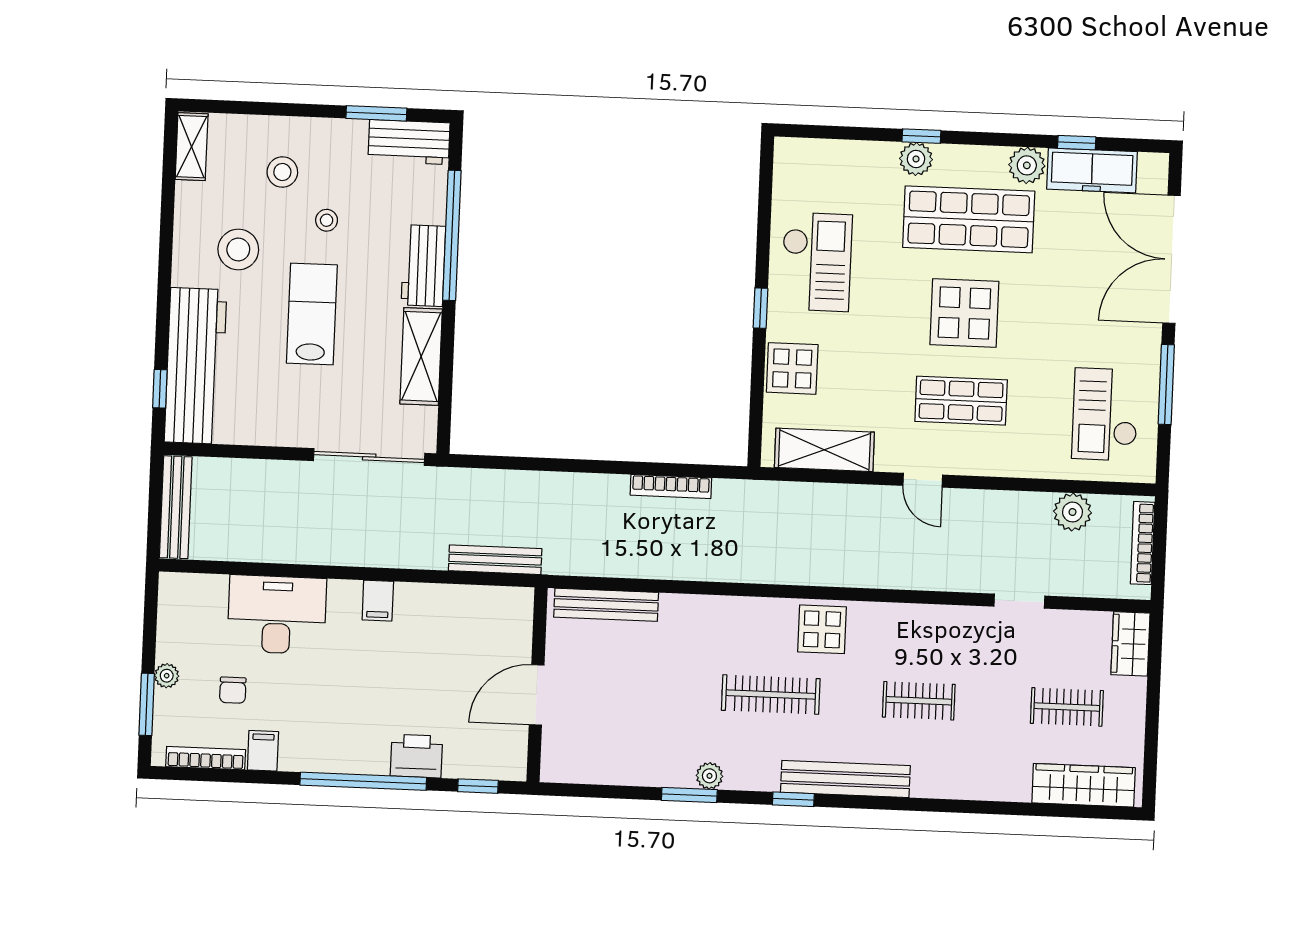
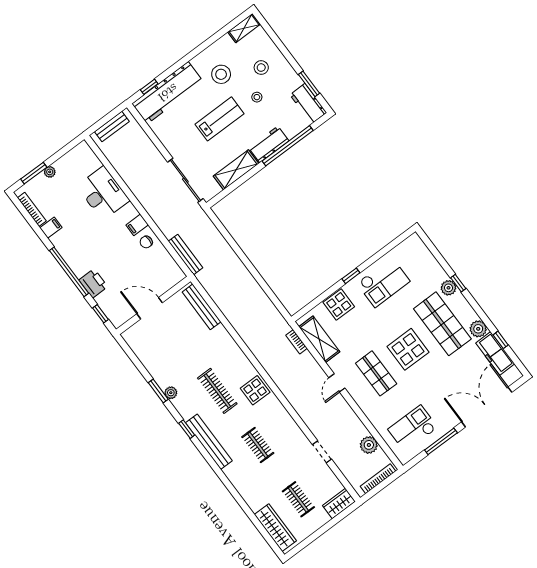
bookcase: (671, 486) -> (297, 342), moved, width x0.64
bench: (176, 507) -> (112, 127), width x0.73
chair: (233, 690) -> (146, 242), moved

